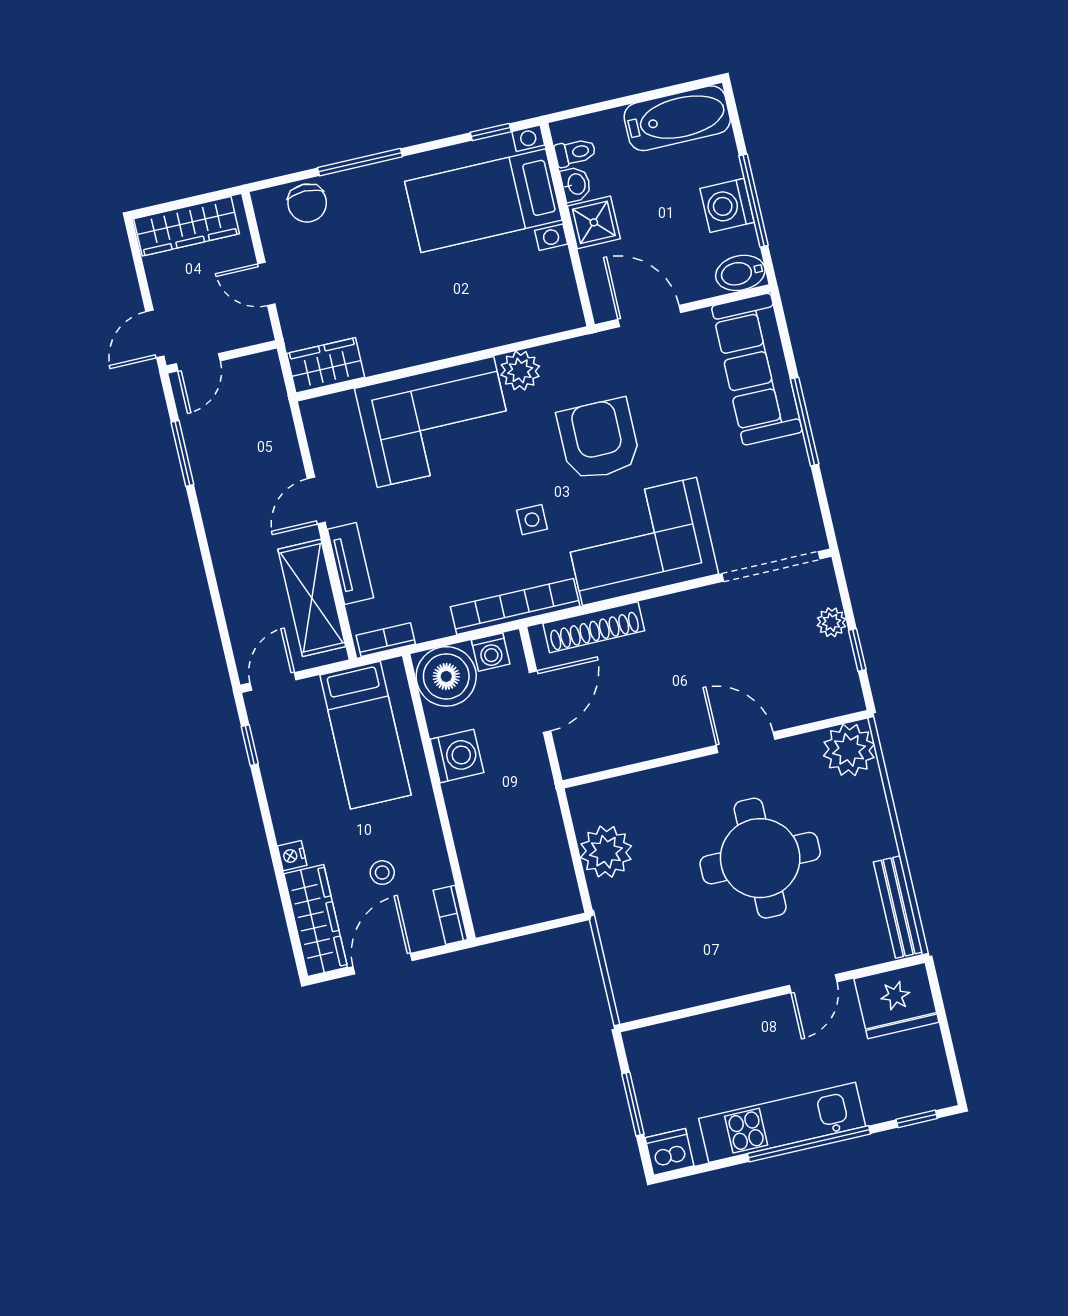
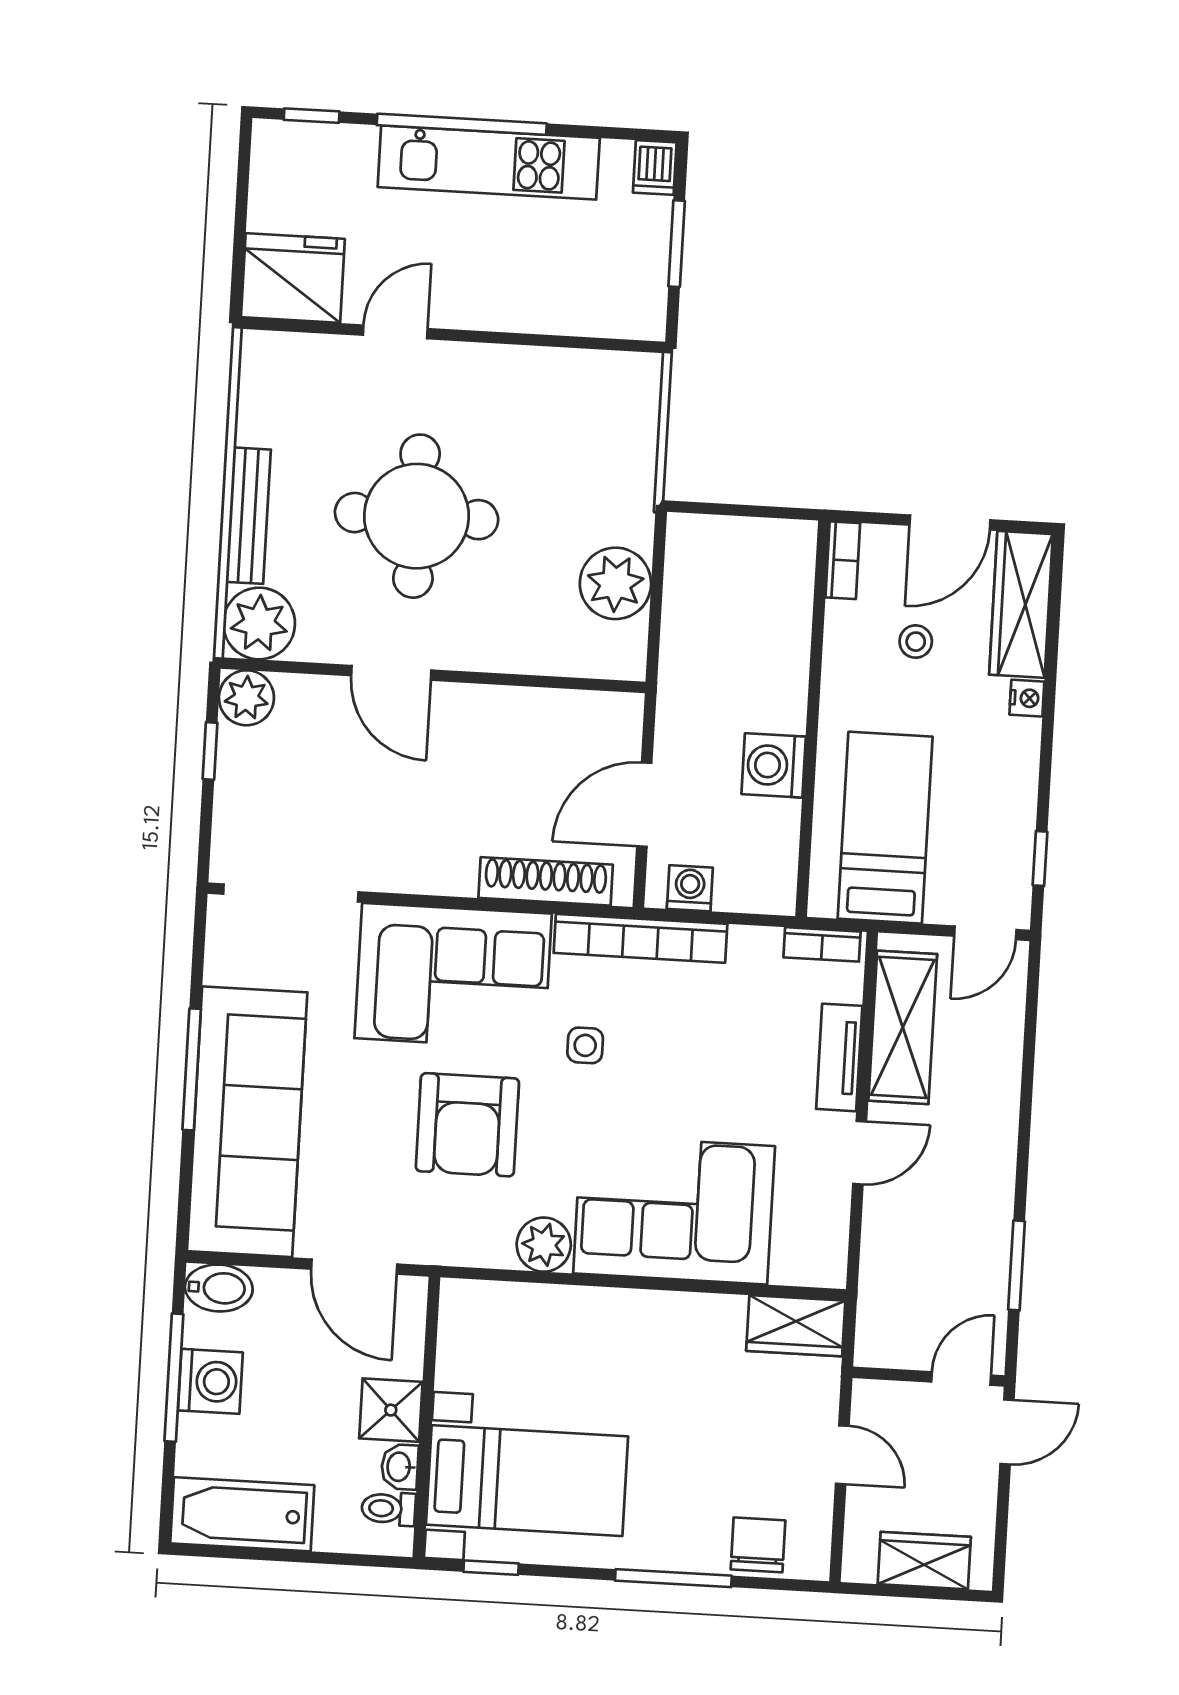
wardrobe: (187, 226) -> (924, 1561), width x0.67
sofa: (757, 369) -> (247, 1122), width x1.36, depth x1.27
plant: (831, 622) -> (246, 698), moved, width x1.38, depth x1.38
boiler: (446, 676) -> (757, 873), removed
bench: (898, 907) -> (248, 516), moved
dishwasher: (670, 1152) -> (655, 168), width x0.73

